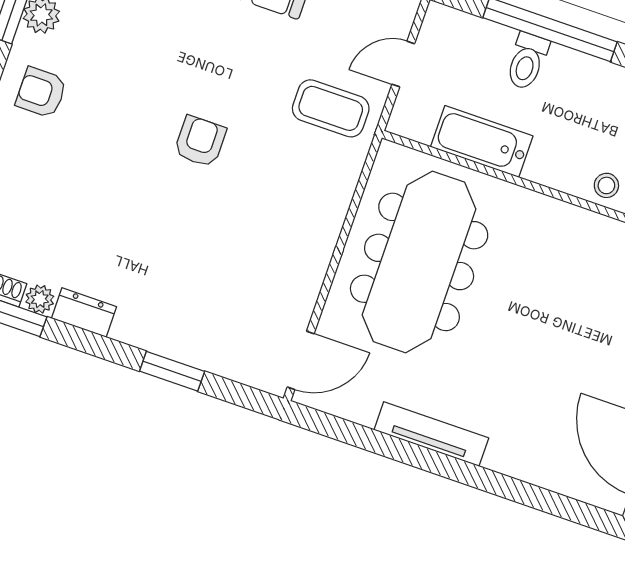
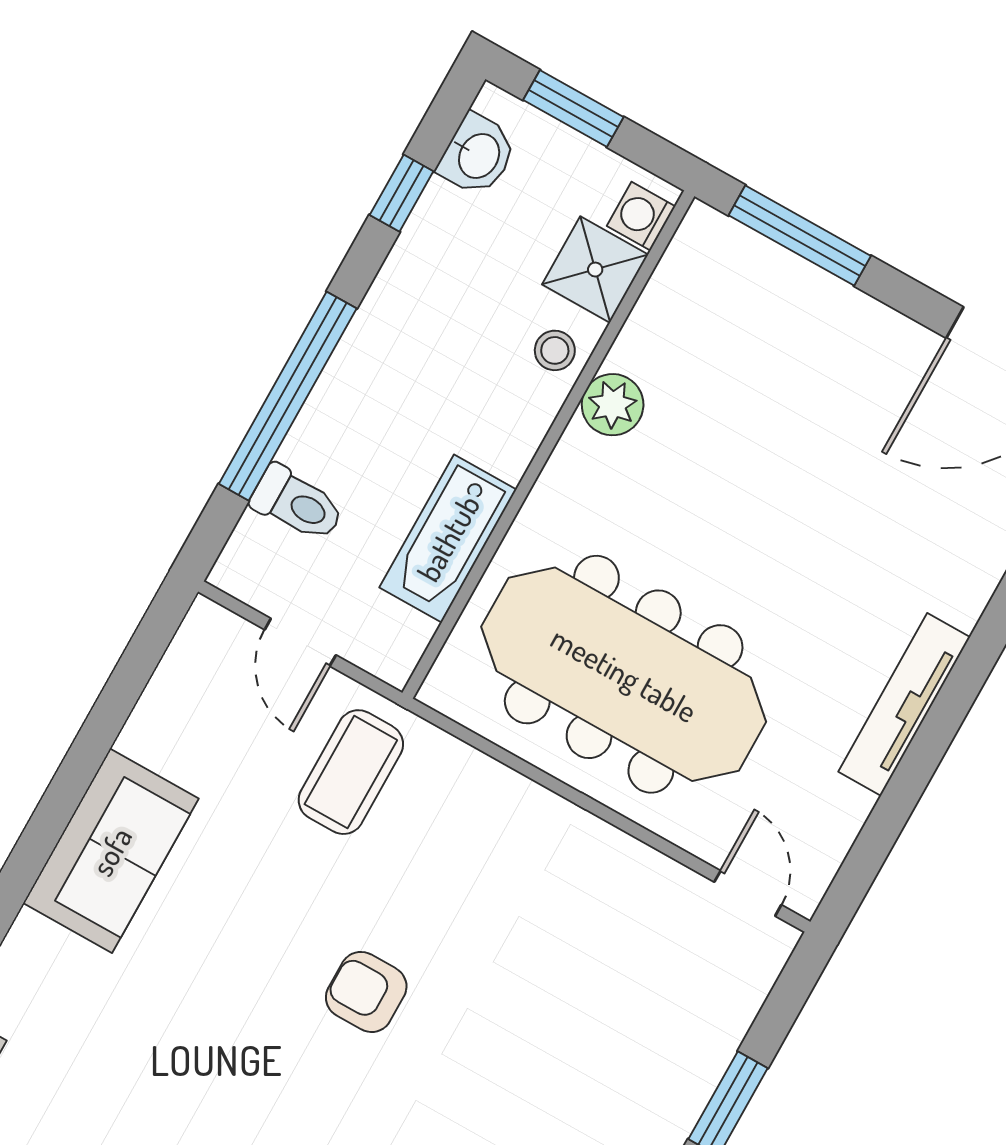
toilet: (527, 61) -> (297, 504), moved
plant: (580, 226) -> (613, 405), added
door: (301, 360) -> (748, 893), width x0.73

